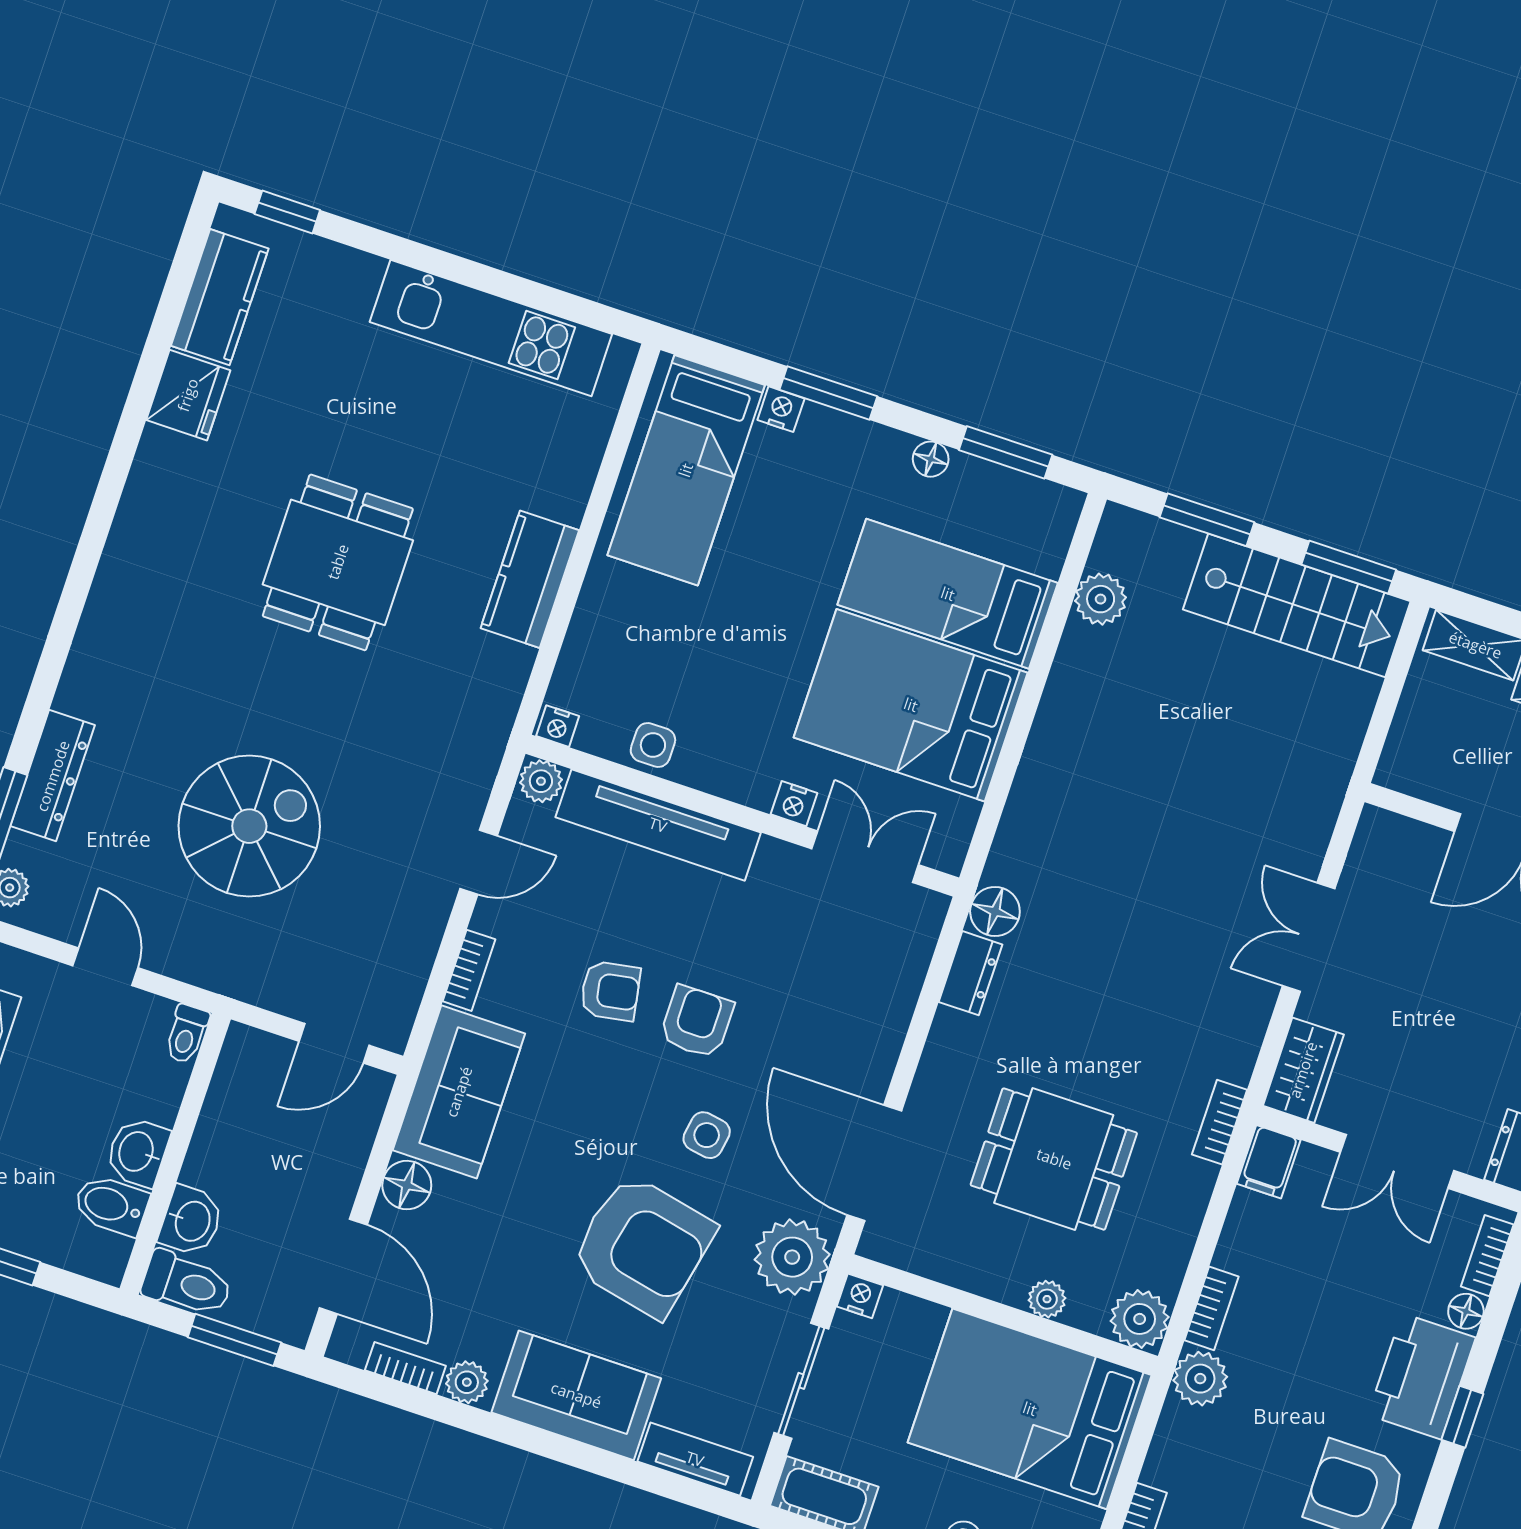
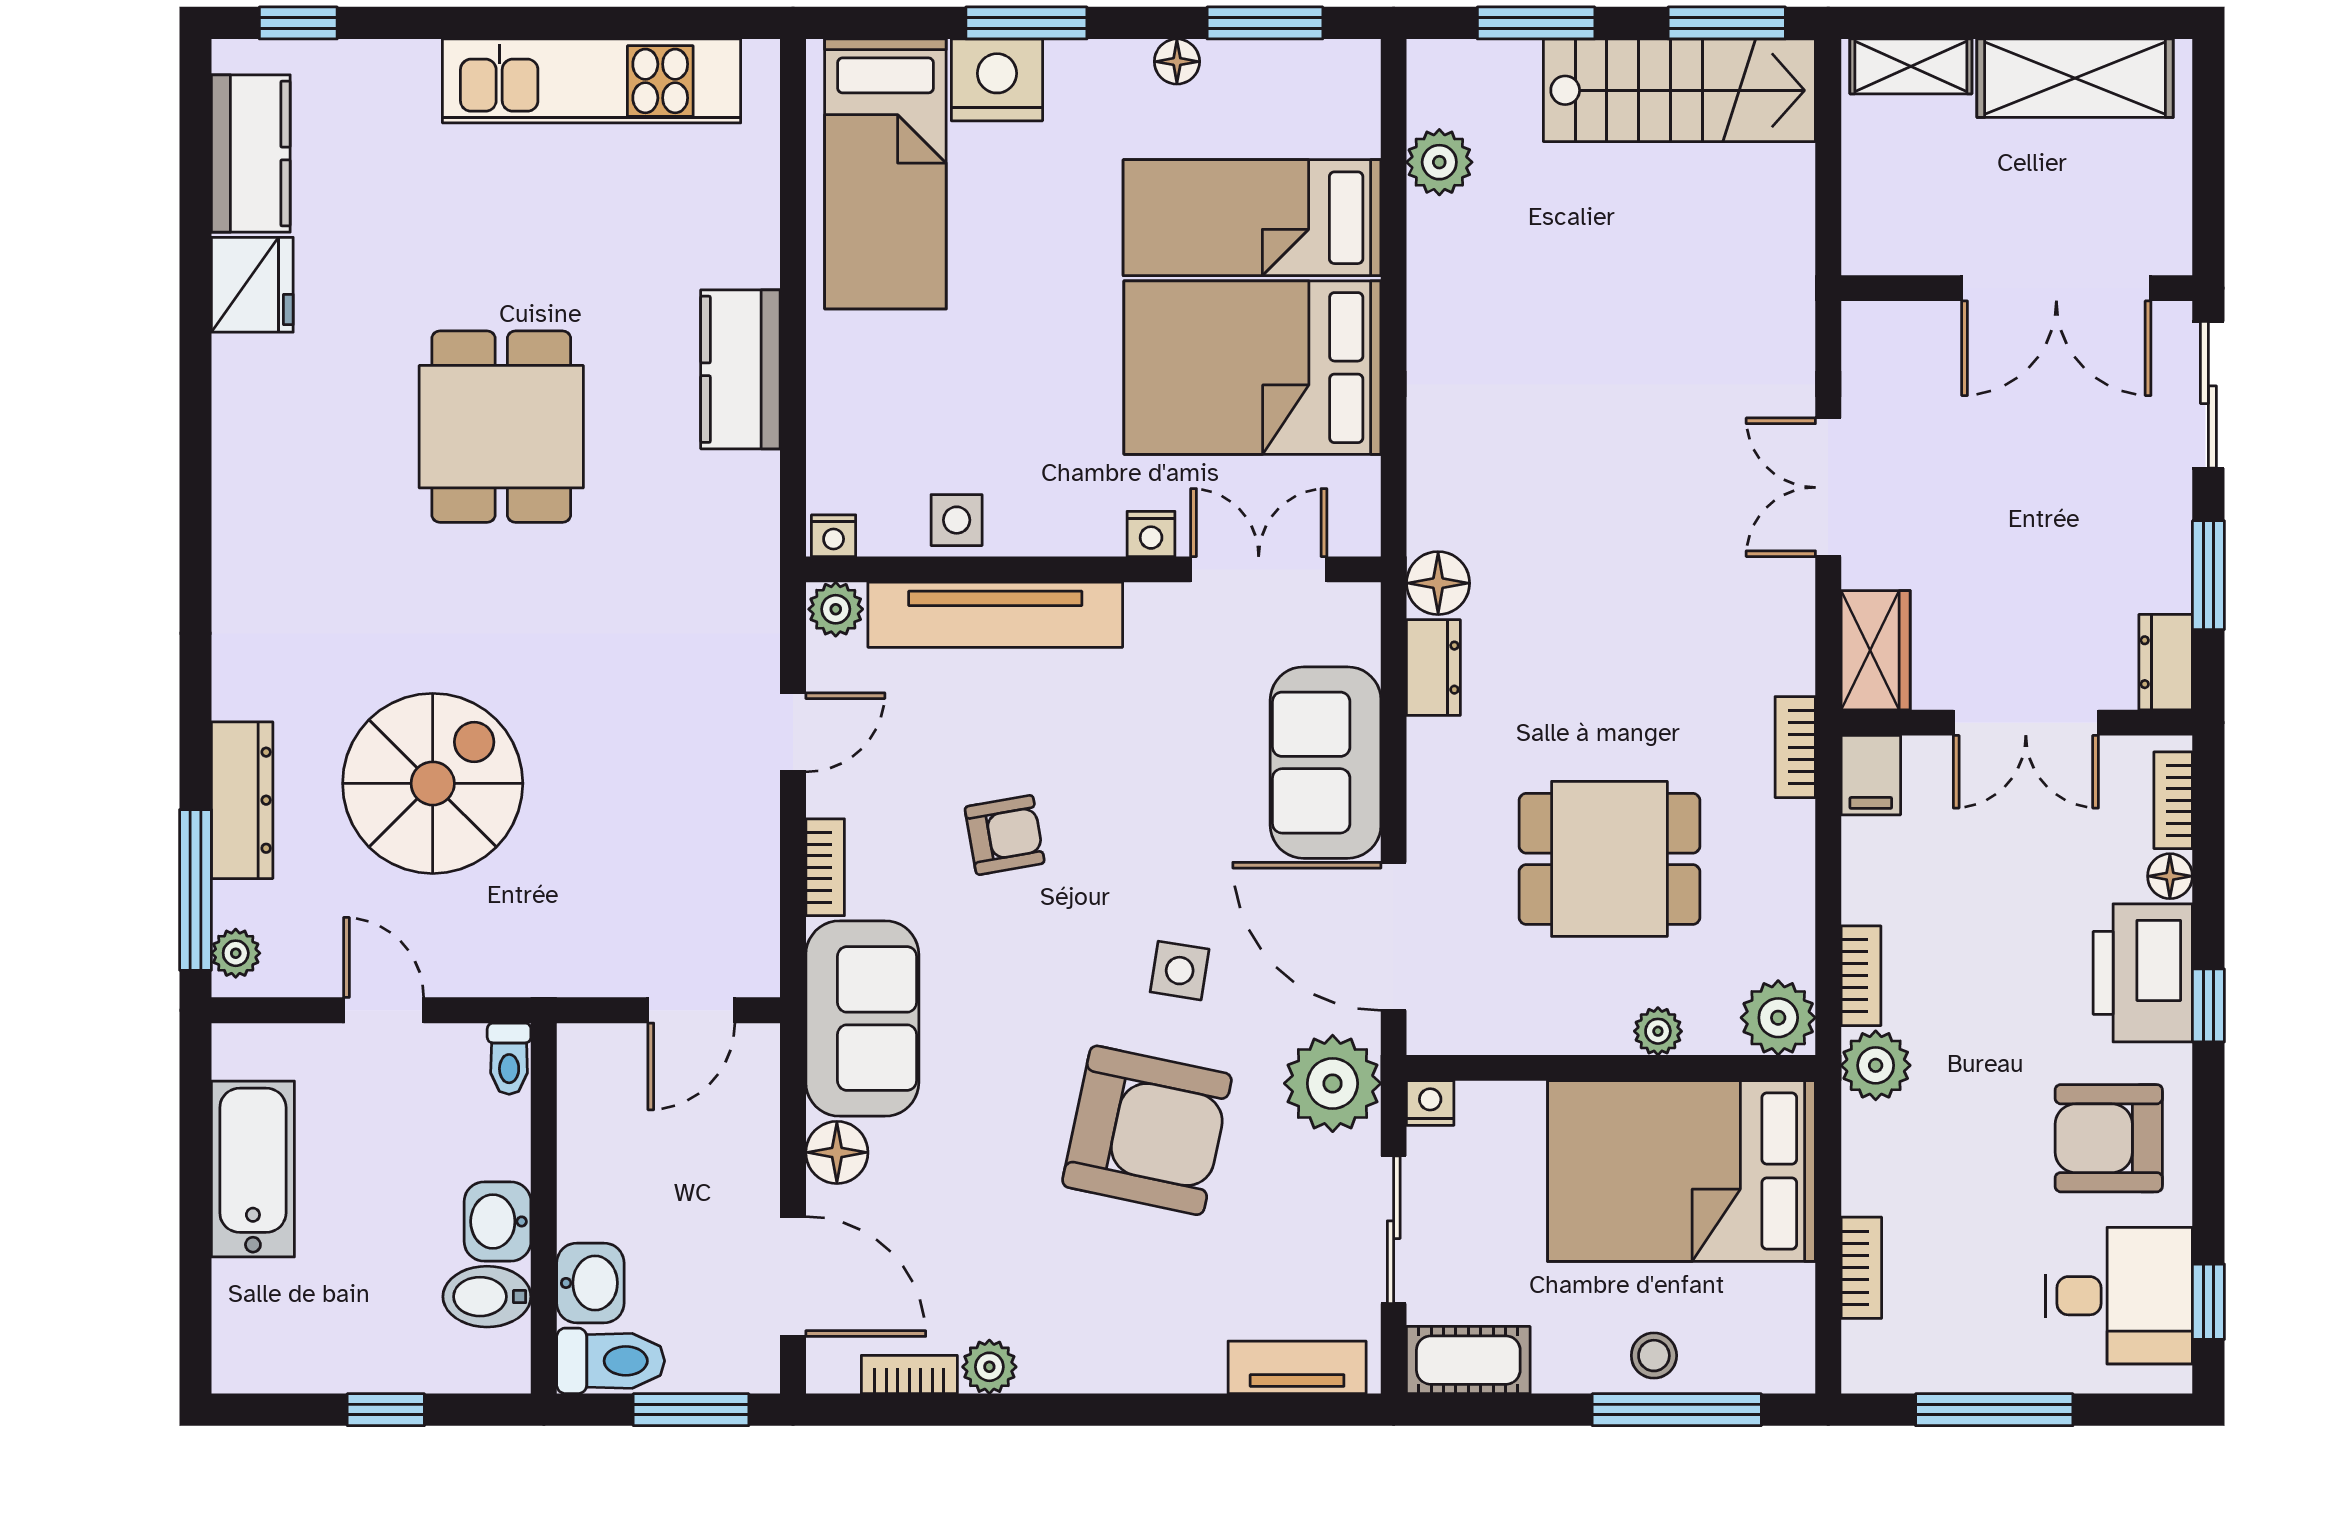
nightstand: (781, 409) -> (997, 80), width x1.89, depth x1.79
spiral stairs: (249, 826) -> (433, 783), moved
armchair: (697, 1022) -> (1122, 837), removed
sofa: (576, 1395) -> (1326, 763), moved, turned -90

